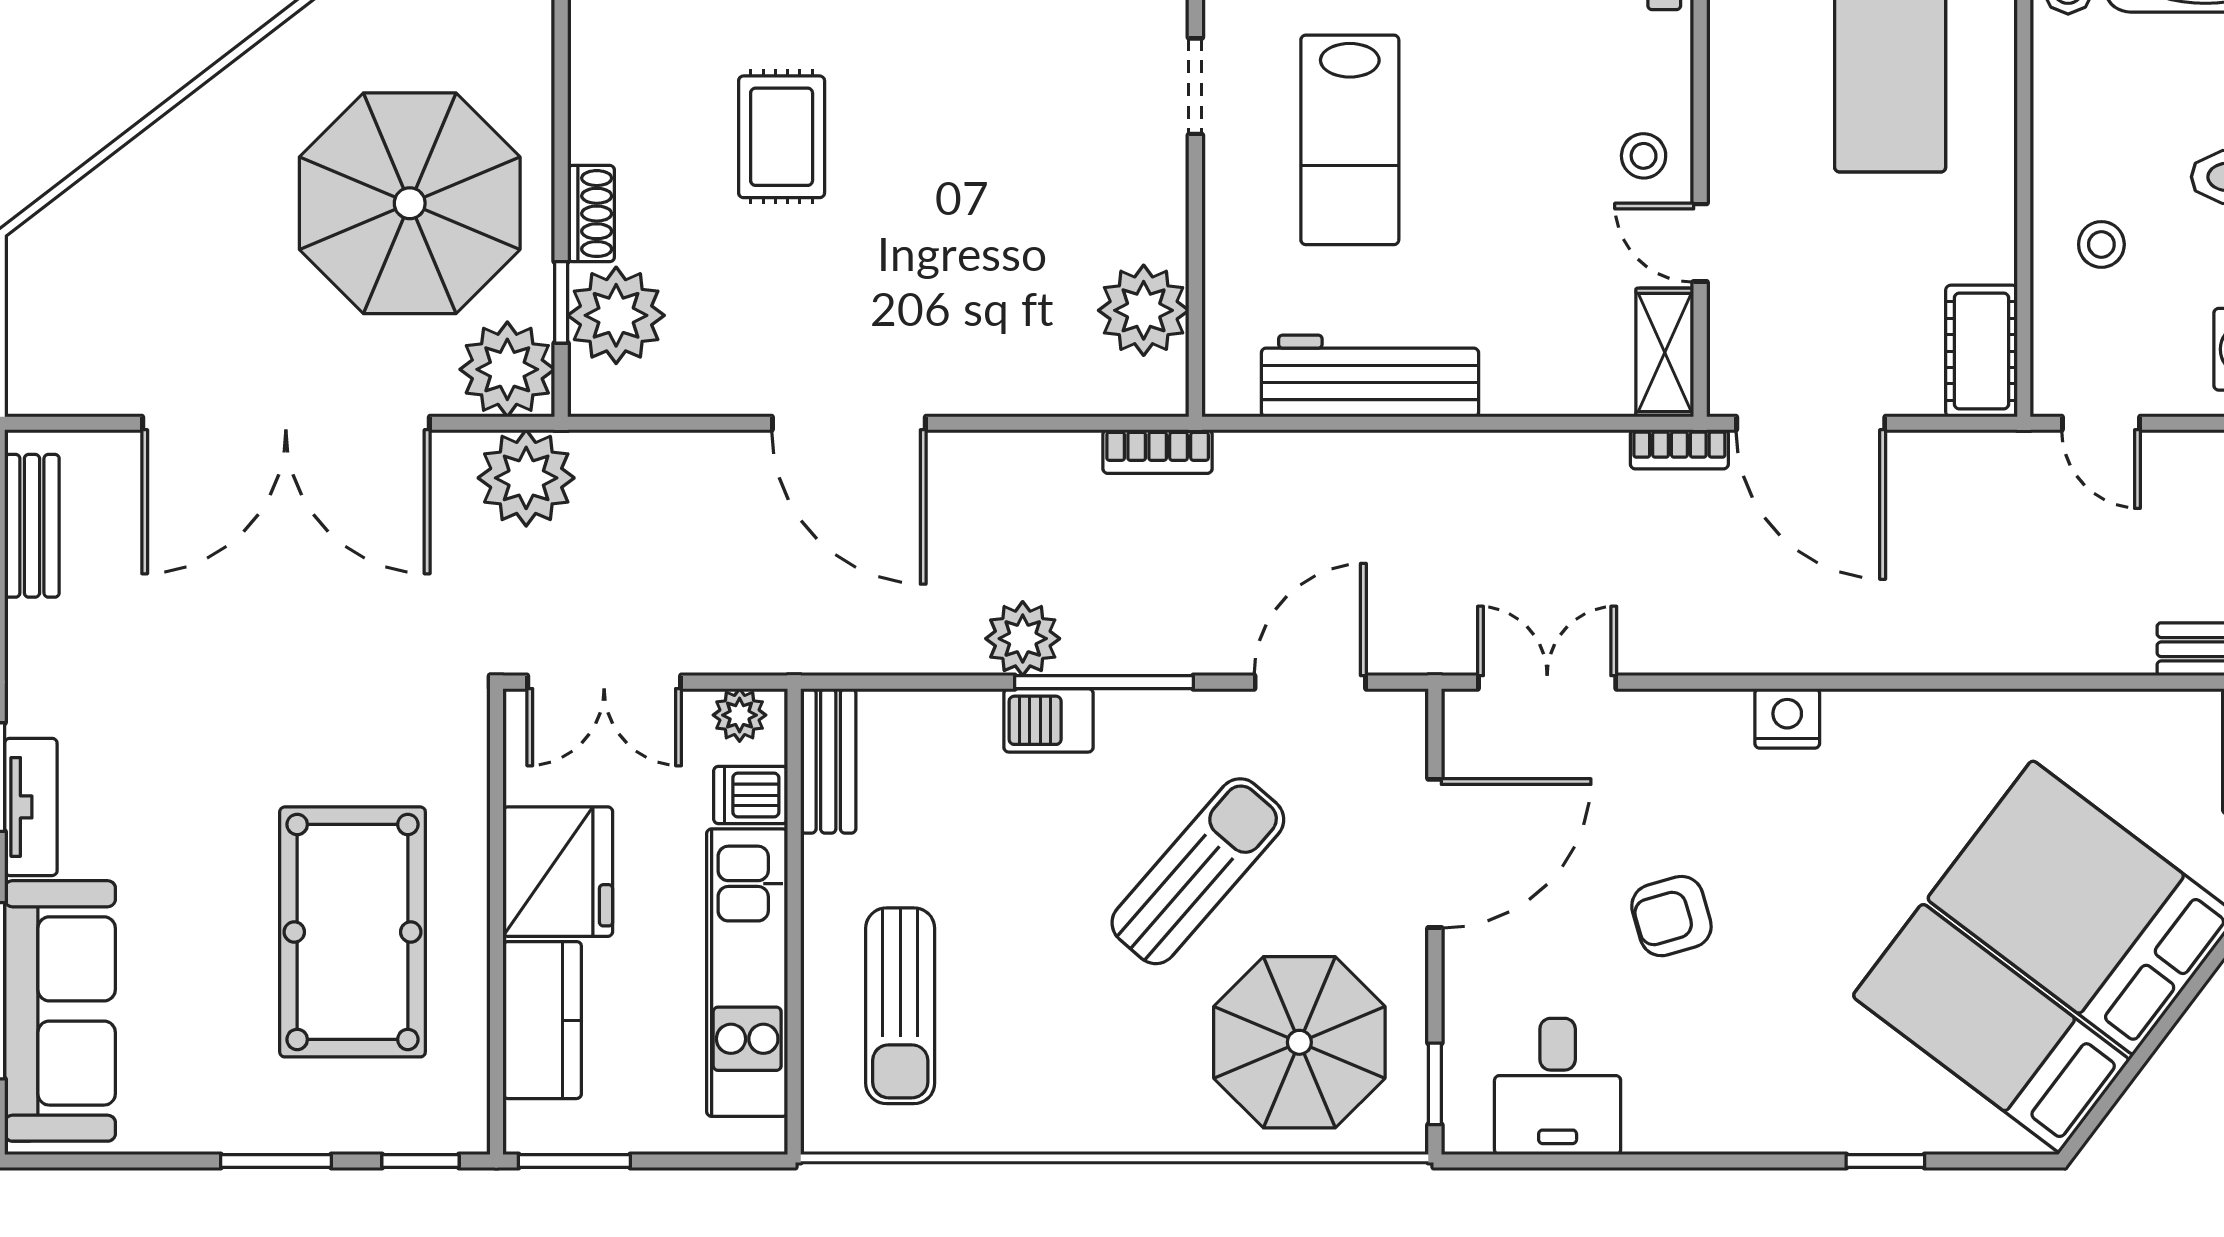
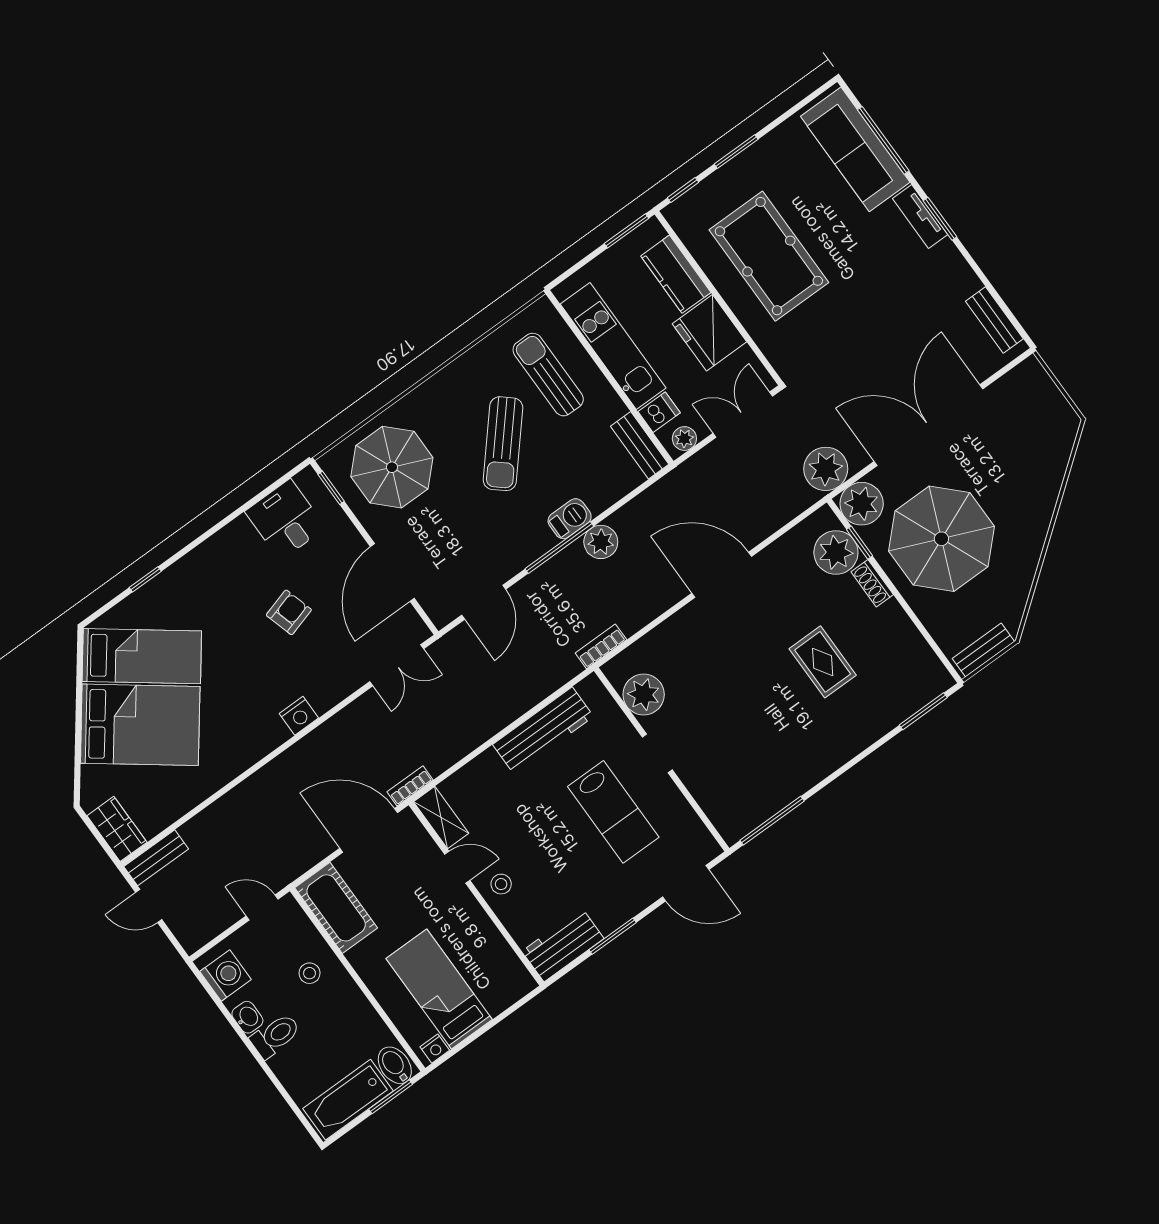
doorway: (1195, 86) -> (657, 753), moved
lab bench: (1350, 140) -> (613, 812), turned 180
cot: (1982, 351) -> (336, 908), width x1.37, depth x1.34
sun lounger: (1198, 871) -> (503, 444), moved

